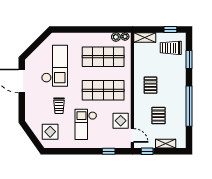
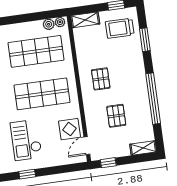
door: (132, 135) -> (87, 146), swing flipped
shelving: (166, 144) -> (143, 148), moved
window: (109, 151) -> (27, 174), moved

